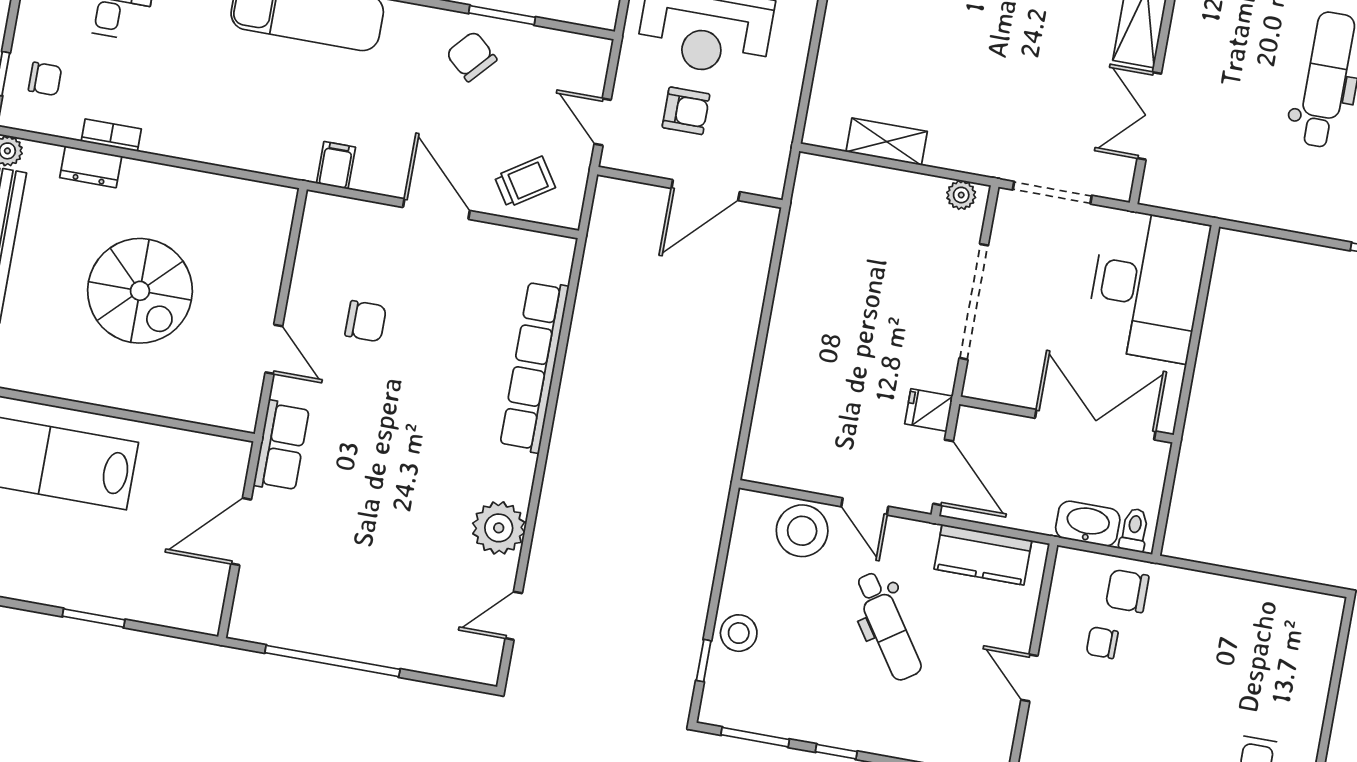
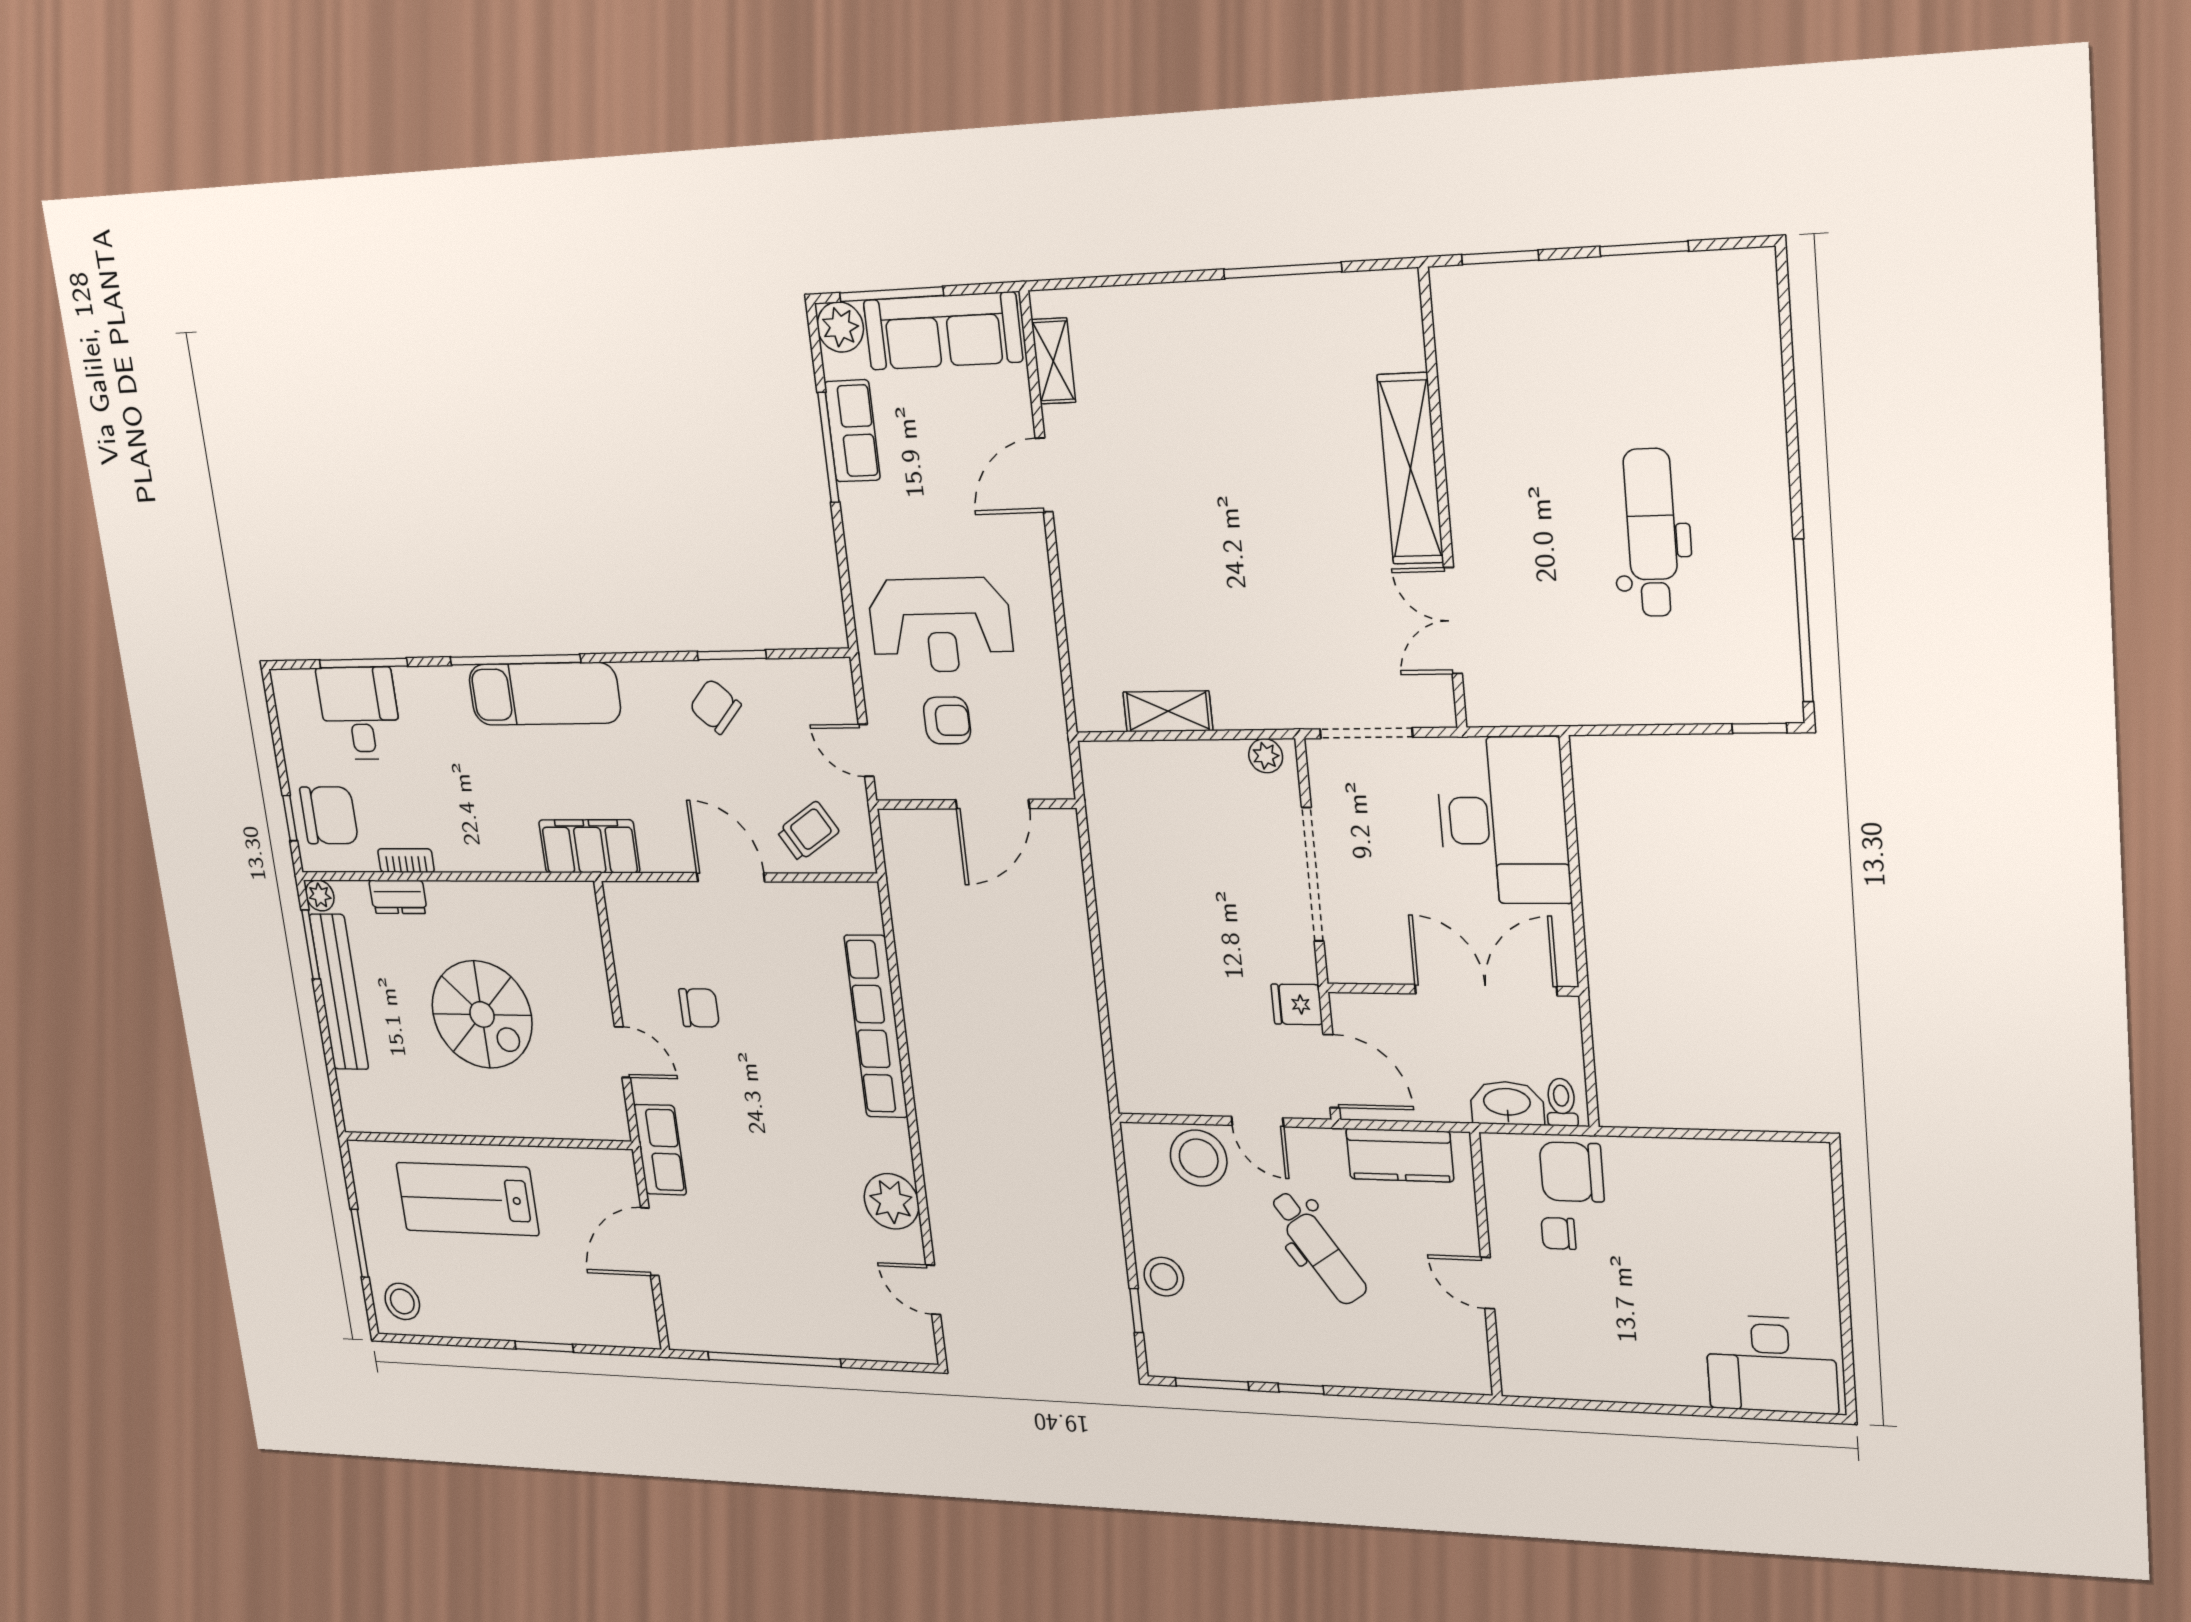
chair: (45, 79) -> (329, 815), width x1.87, depth x1.87
filing cabinet: (336, 165) -> (589, 846), width x3.00, depth x1.17
chair: (1127, 591) -> (1572, 1172), width x1.37, depth x1.37
door: (514, 616) -> (933, 1290), hinge flipped

